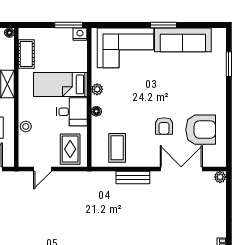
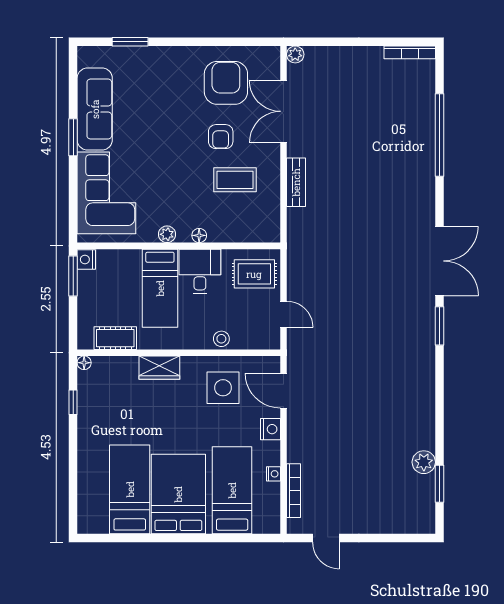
armchair: (164, 126) -> (221, 137), turned 90
coffee table: (117, 148) -> (235, 180), moved

